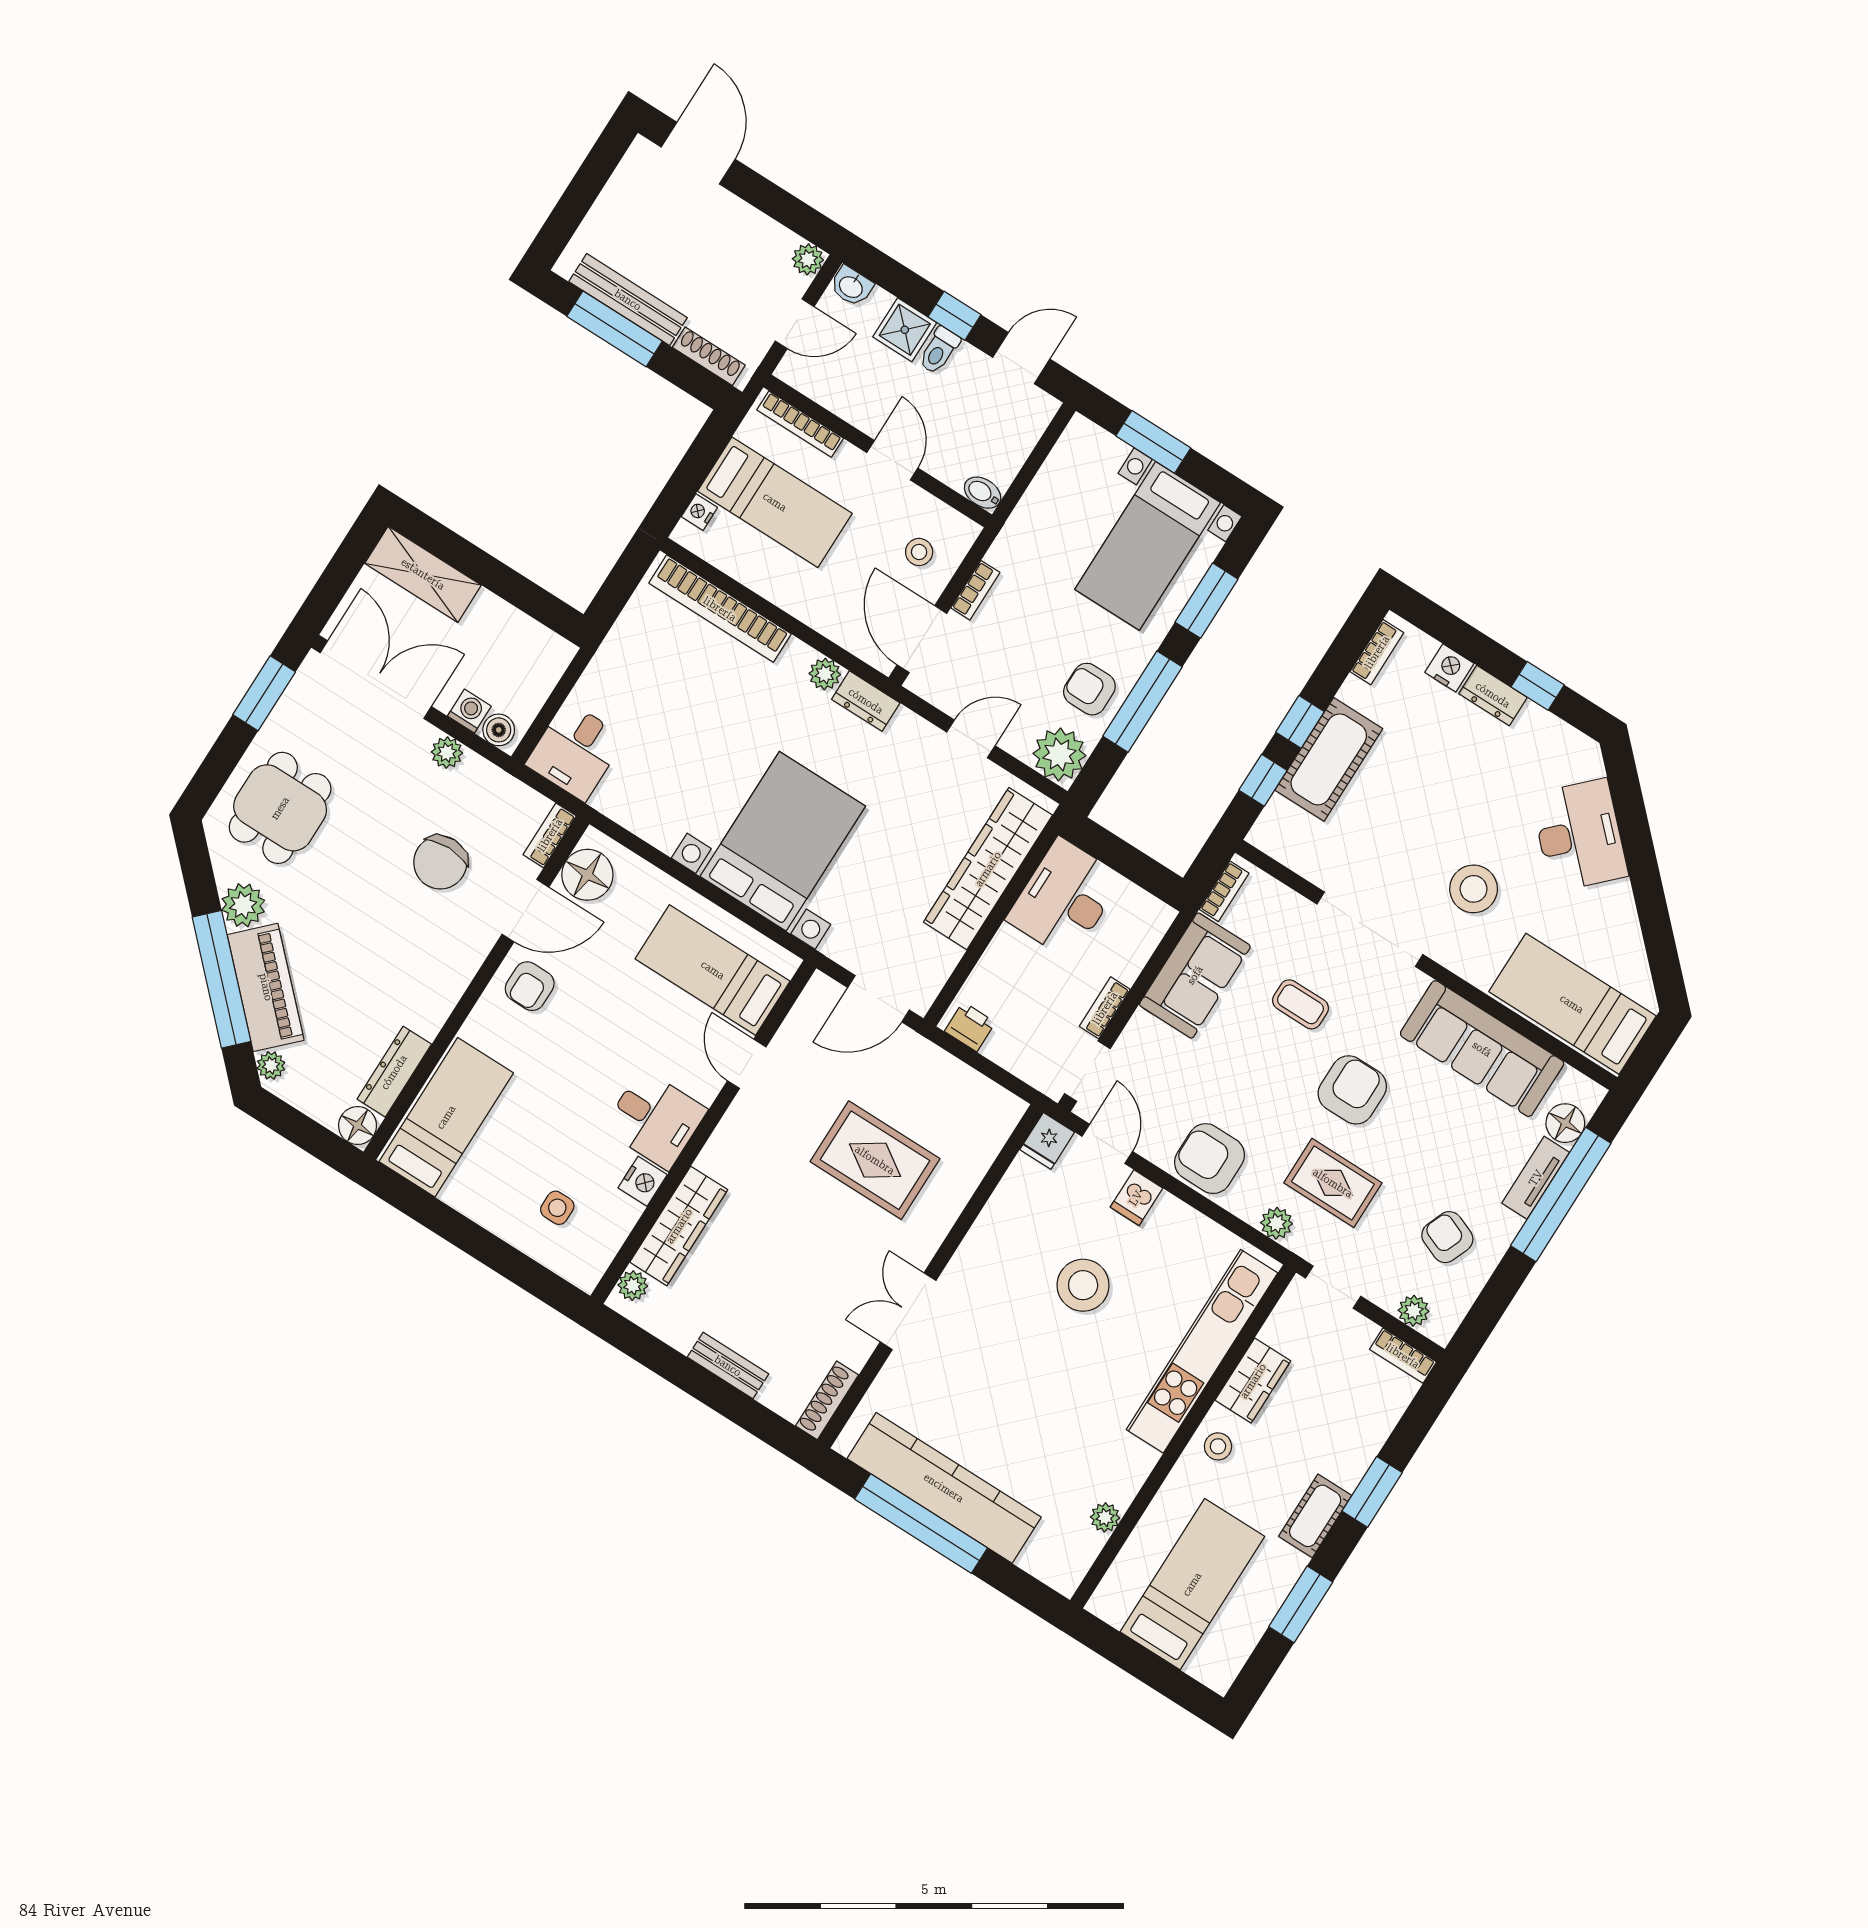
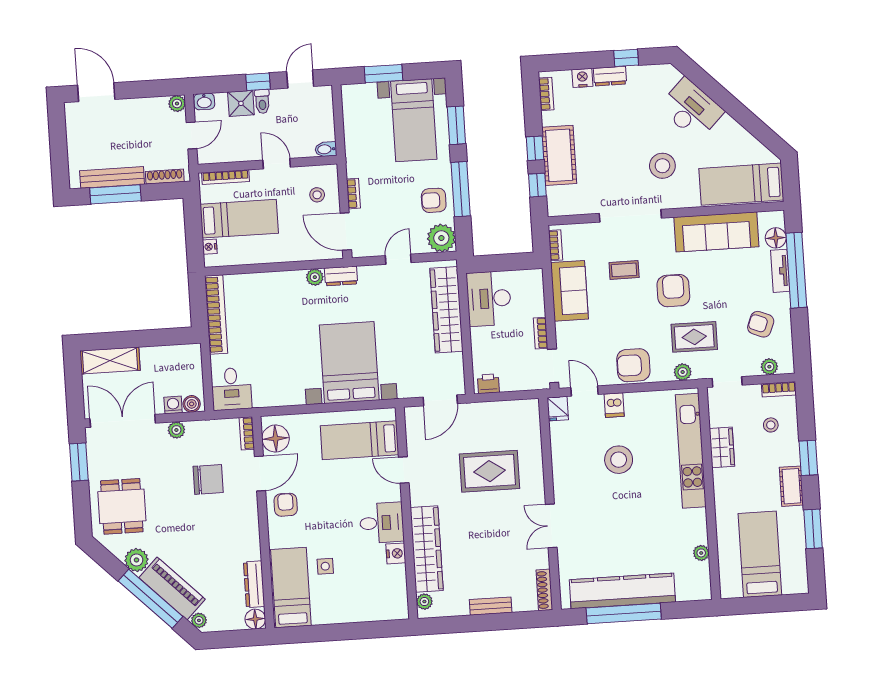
bookcase: (720, 609) -> (216, 315), moved, turned -90
chair: (440, 862) -> (208, 479), turned -90
armchair: (530, 986) -> (286, 505), turned 180
side table: (557, 1208) -> (325, 566), moved
wardrobe: (679, 1226) -> (427, 549), width x1.40, depth x1.17
stool: (1218, 1446) -> (771, 425), moved

